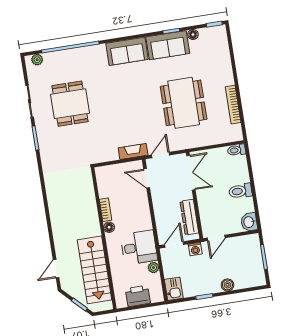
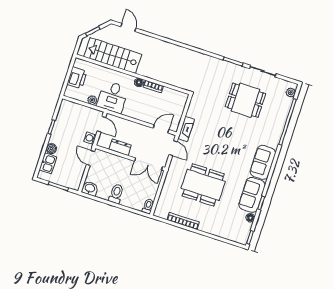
dresser: (189, 217) -> (120, 147), width x0.70
kitchen sink: (174, 289) -> (48, 163), moved, turned -90

